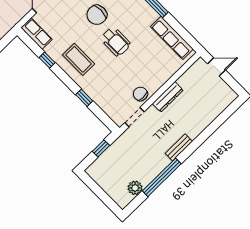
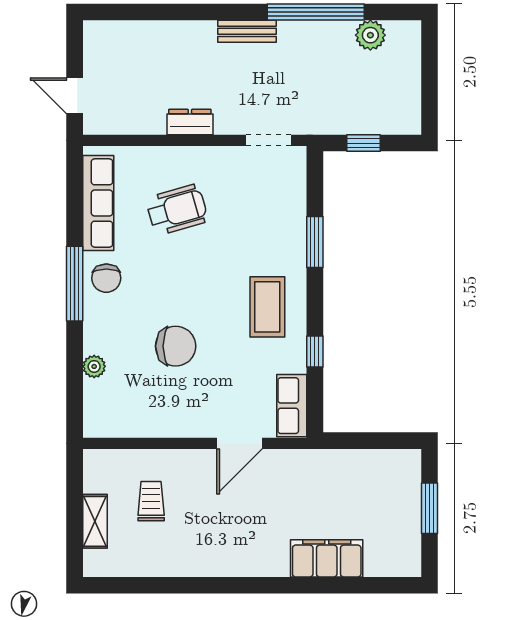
wheelchair: (116, 42) -> (177, 210), moved, turned 74
chair: (140, 94) -> (106, 278), moved
dresser: (168, 97) -> (190, 122), width x0.70
window: (84, 98) -> (315, 242), width x1.50

